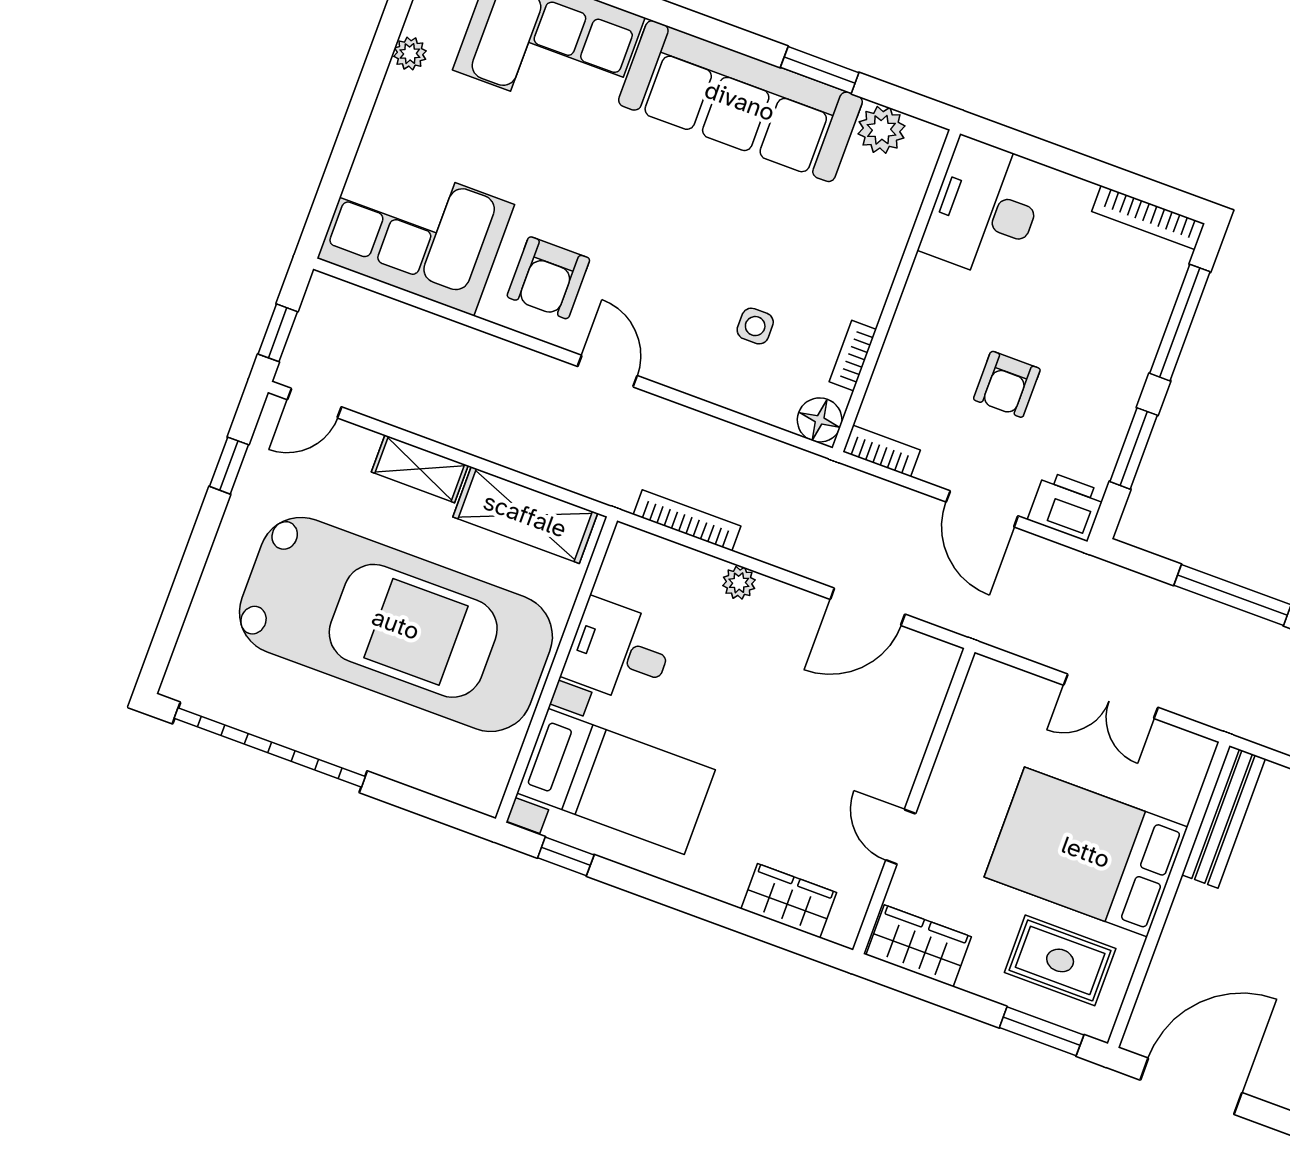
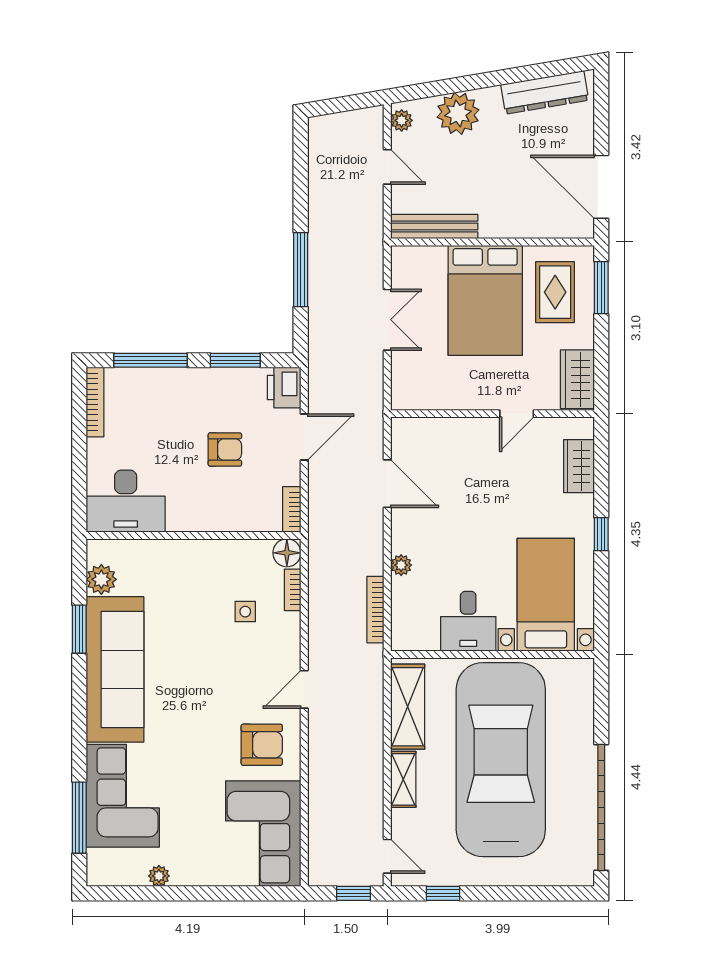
bookcase: (853, 356) -> (293, 590), moved, turned 90
window: (566, 856) -> (601, 534), moved

